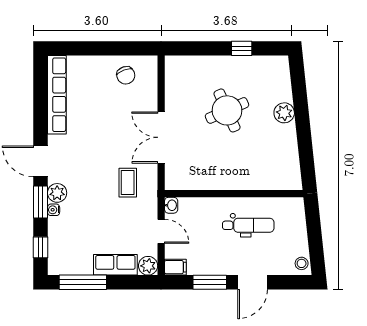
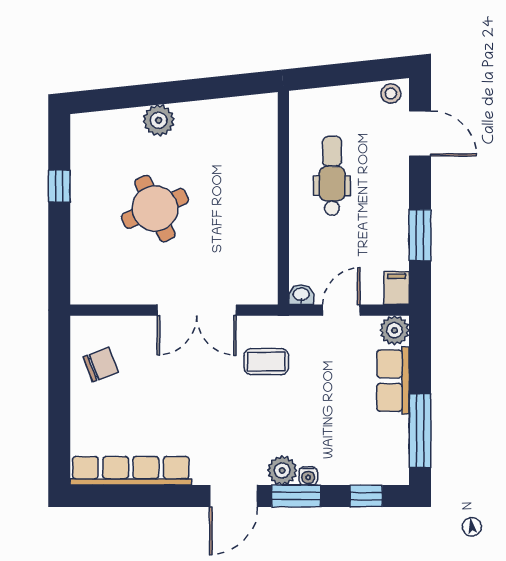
door: (253, 282) -> (420, 134), moved

